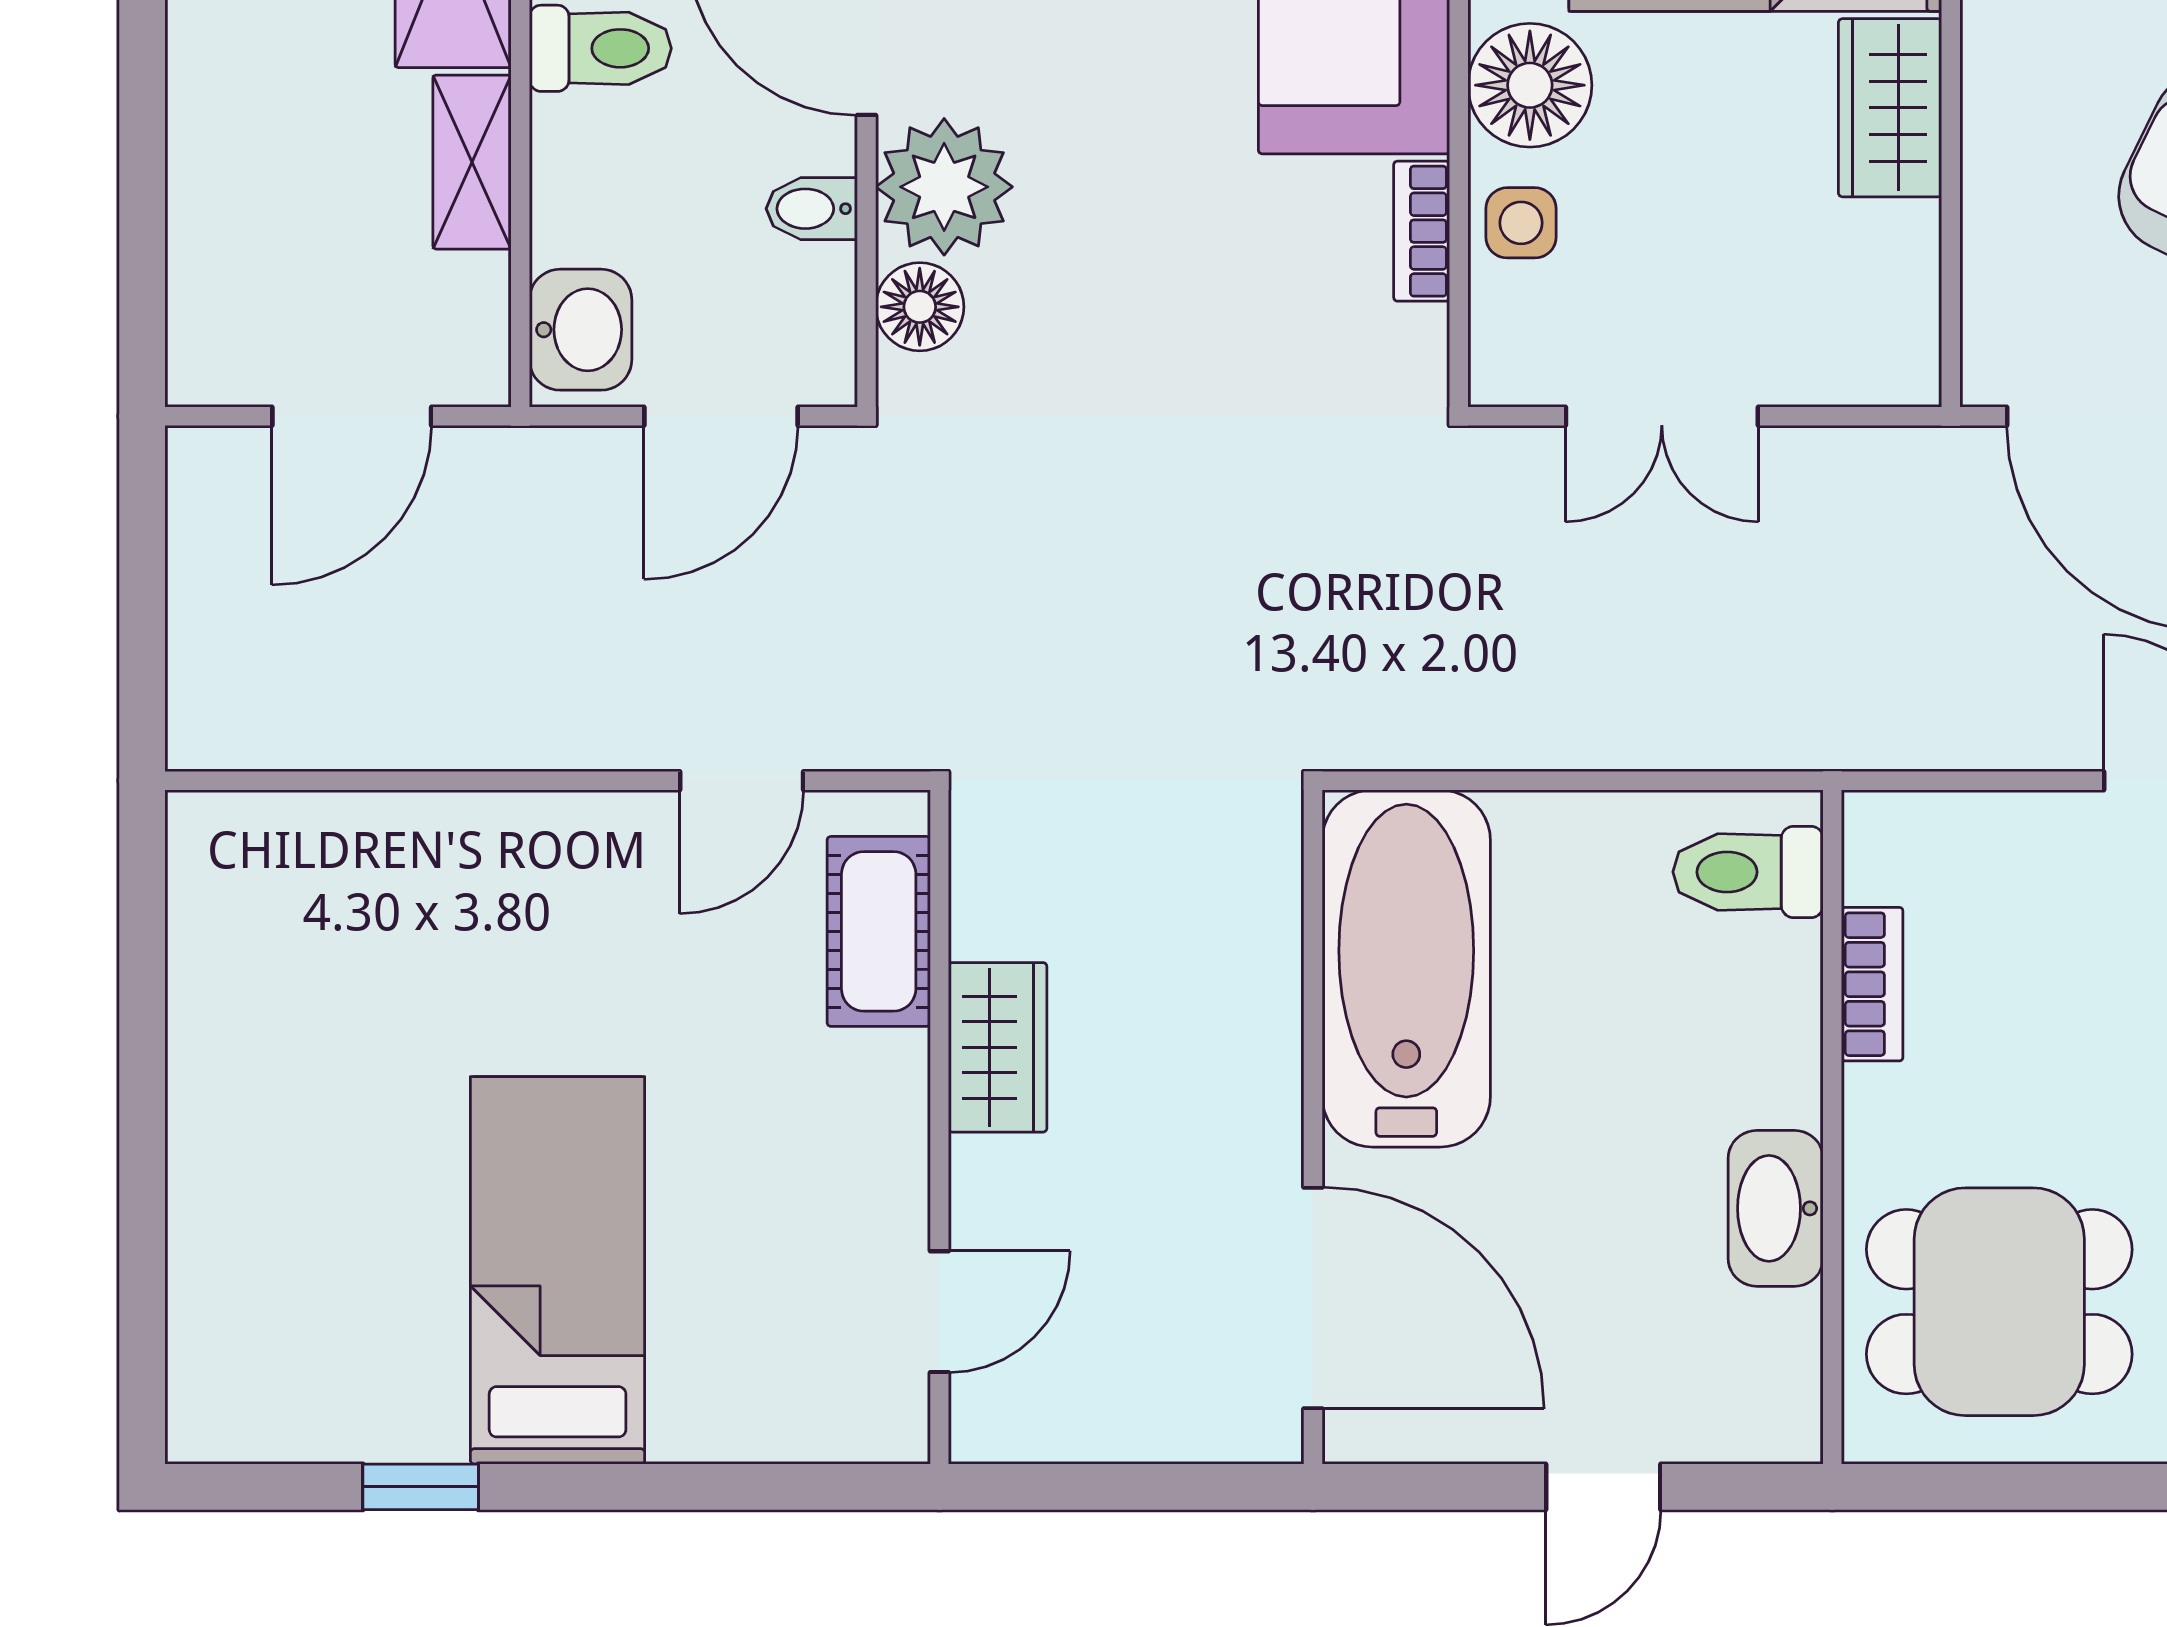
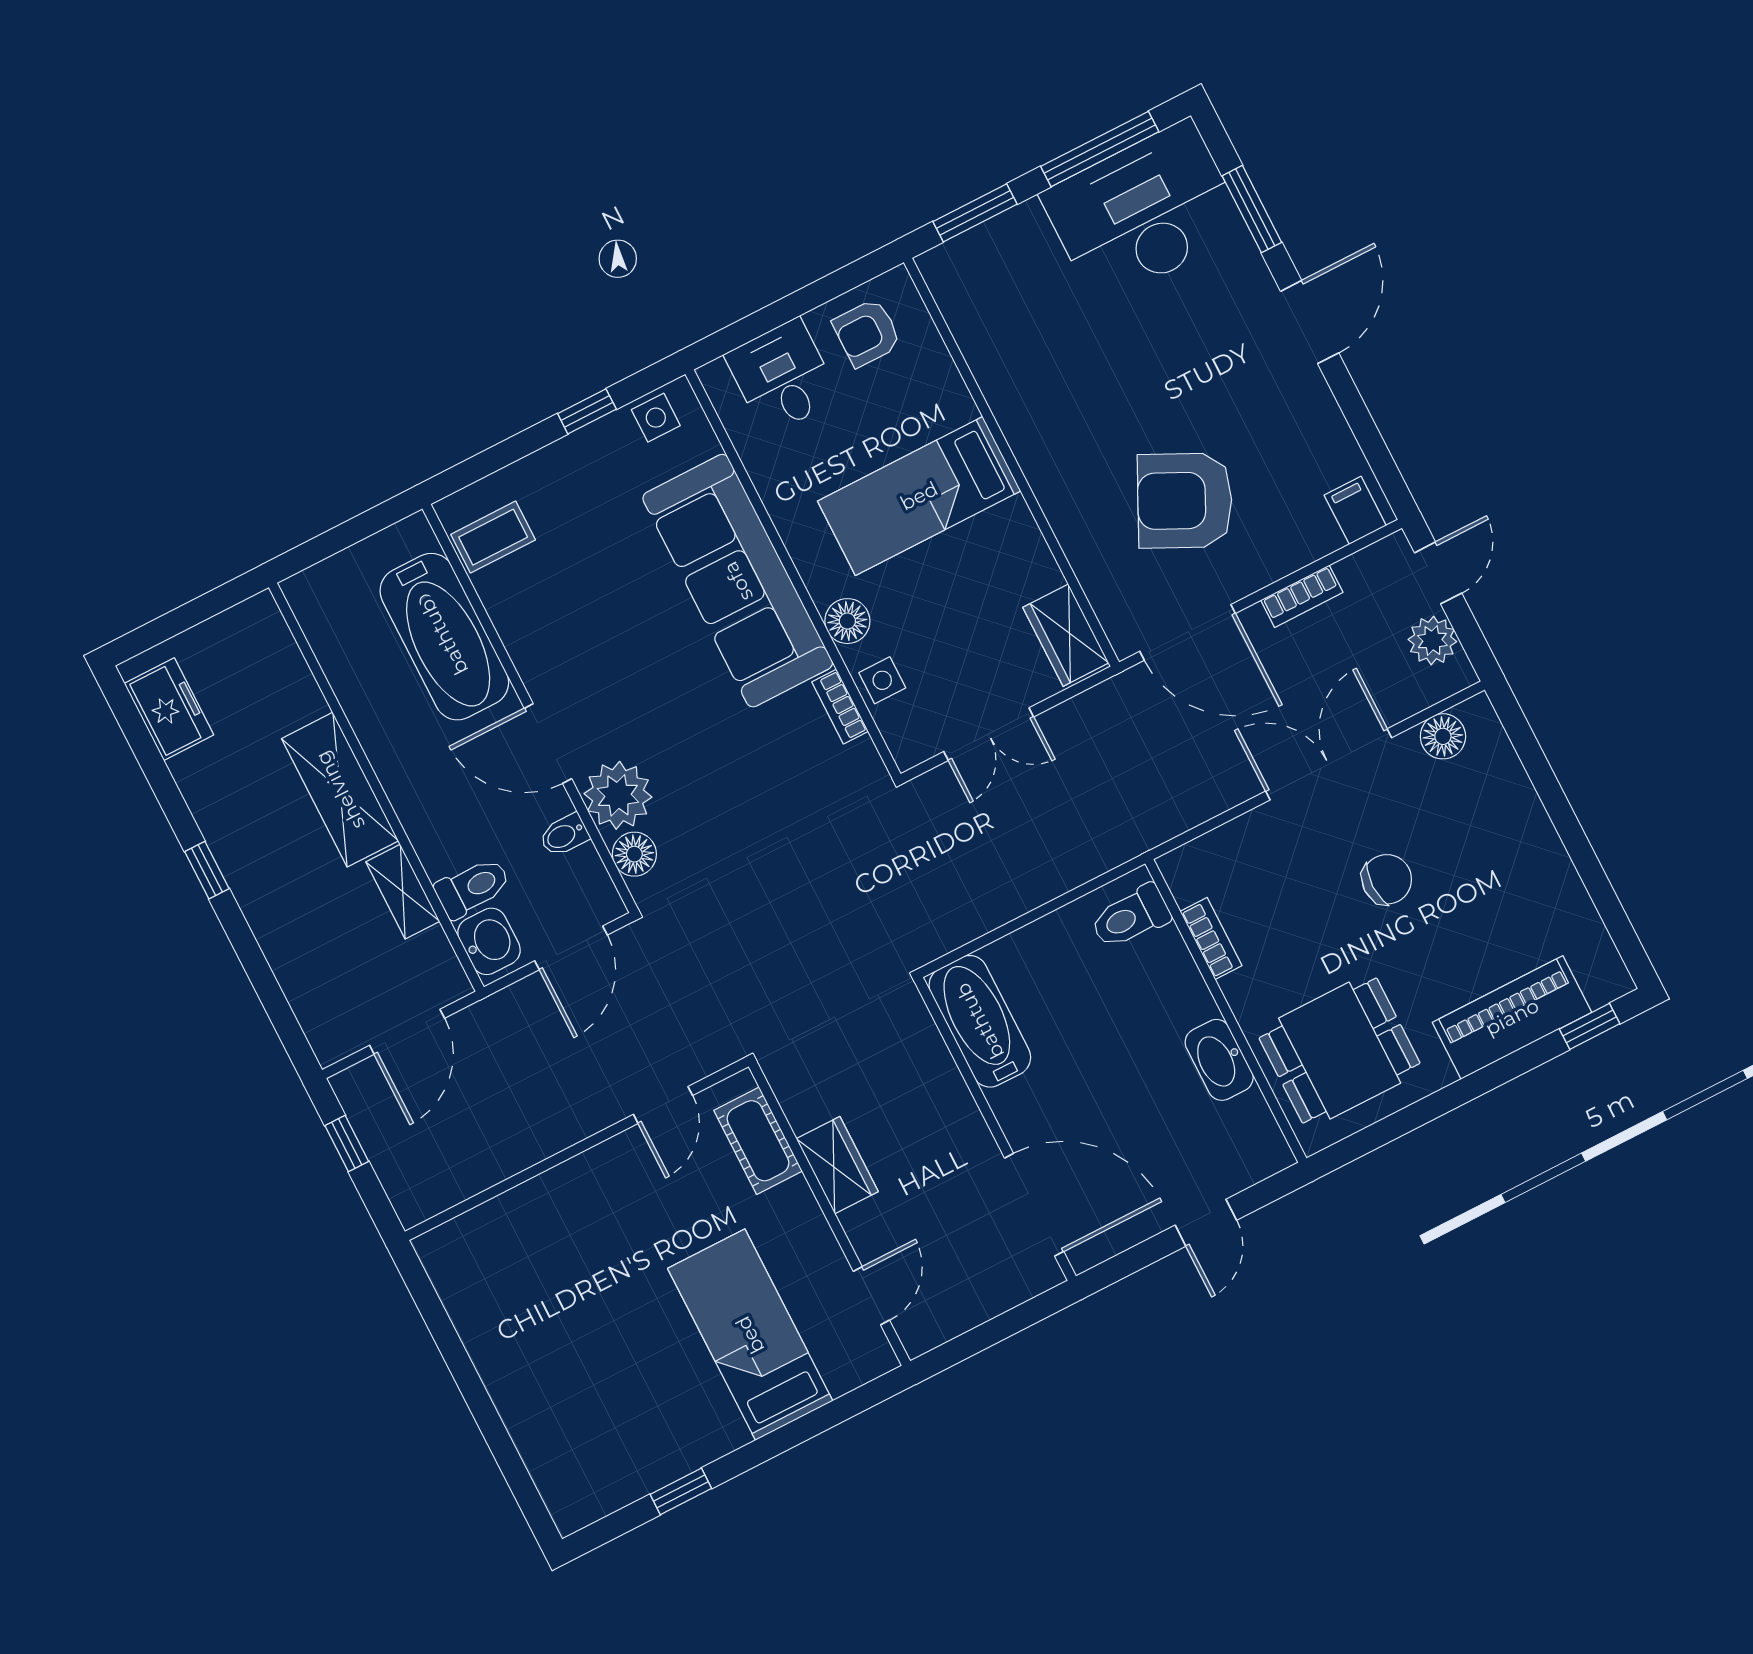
toilet: (600, 48) -> (473, 888), moved
floor lamp: (1530, 85) -> (847, 621), width x0.73, depth x0.73
wardrobe: (1890, 108) -> (1066, 635), moved
window: (142, 561) -> (347, 1143), added
bathtub: (1406, 968) -> (980, 1021), width x0.73, depth x0.73
bed: (558, 1270) -> (750, 1335), moved

